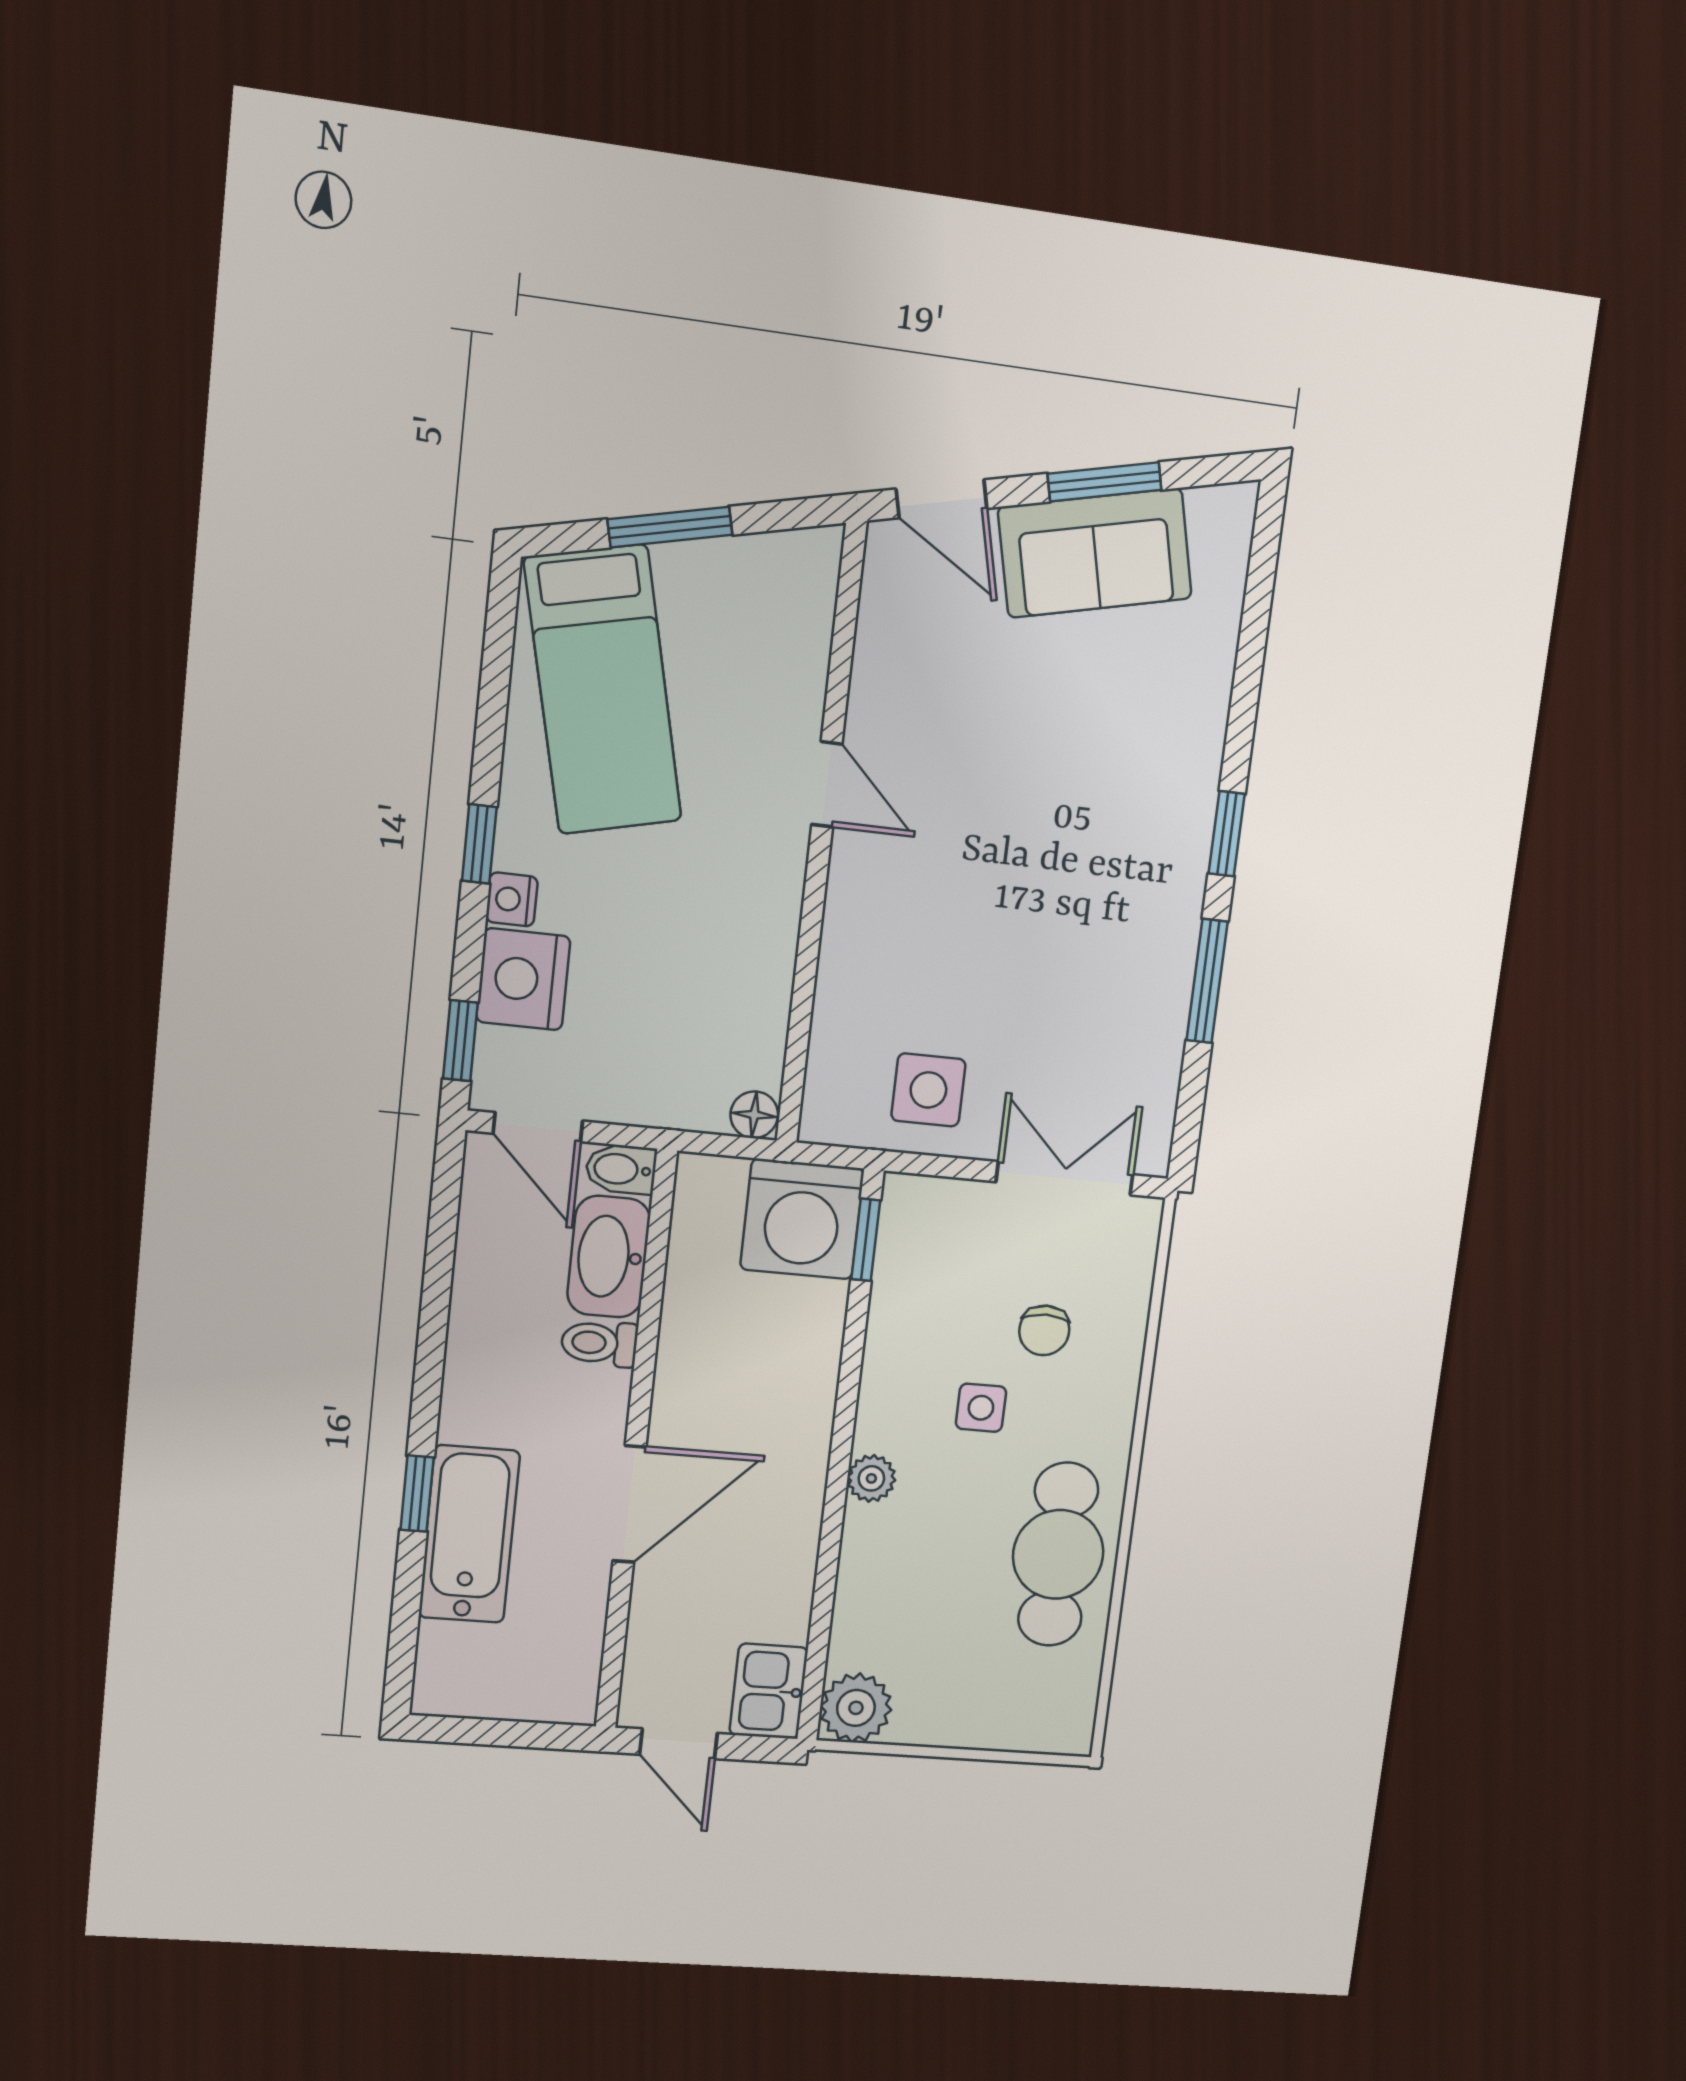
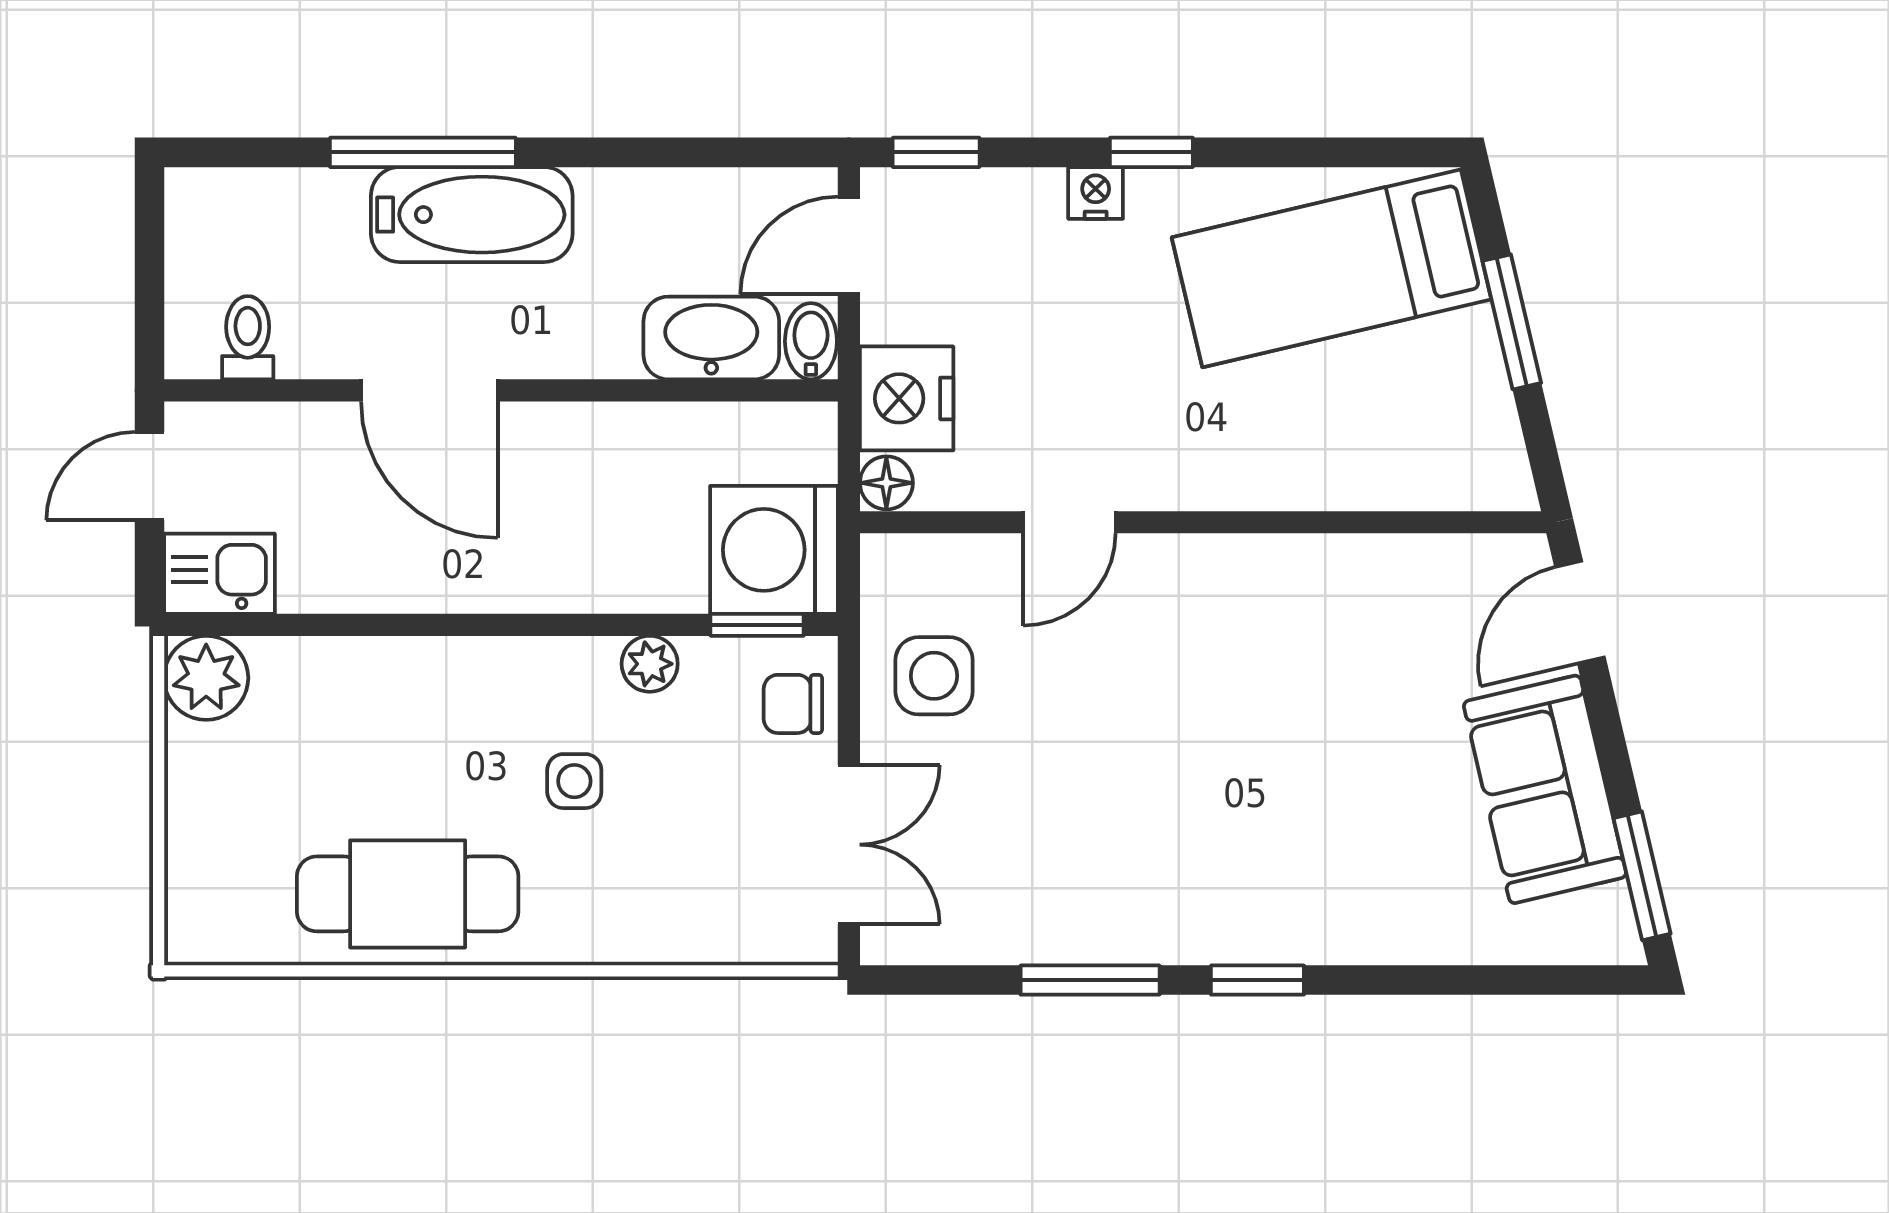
window: (1105, 482) -> (1642, 876), moved
door: (827, 784) -> (1069, 522), moved
nightstand: (523, 979) -> (907, 398), moved, turned -90
chair: (1044, 1330) -> (793, 704), moved
toilet: (599, 1343) -> (248, 338), moved
plant: (871, 1478) -> (650, 664), moved
window: (417, 1494) -> (423, 152), width x2.17
bathtub: (469, 1534) -> (472, 215), moved

